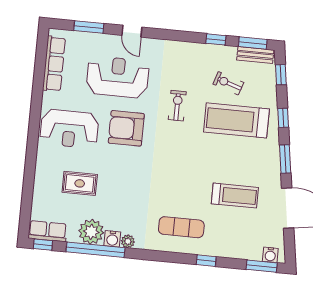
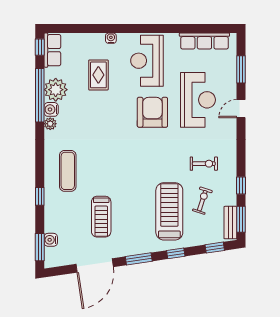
exercise bike: (177, 106) -> (204, 164), moved
water cooler: (41, 166) -> (111, 38), added
water cooler: (270, 255) -> (51, 240), moved

